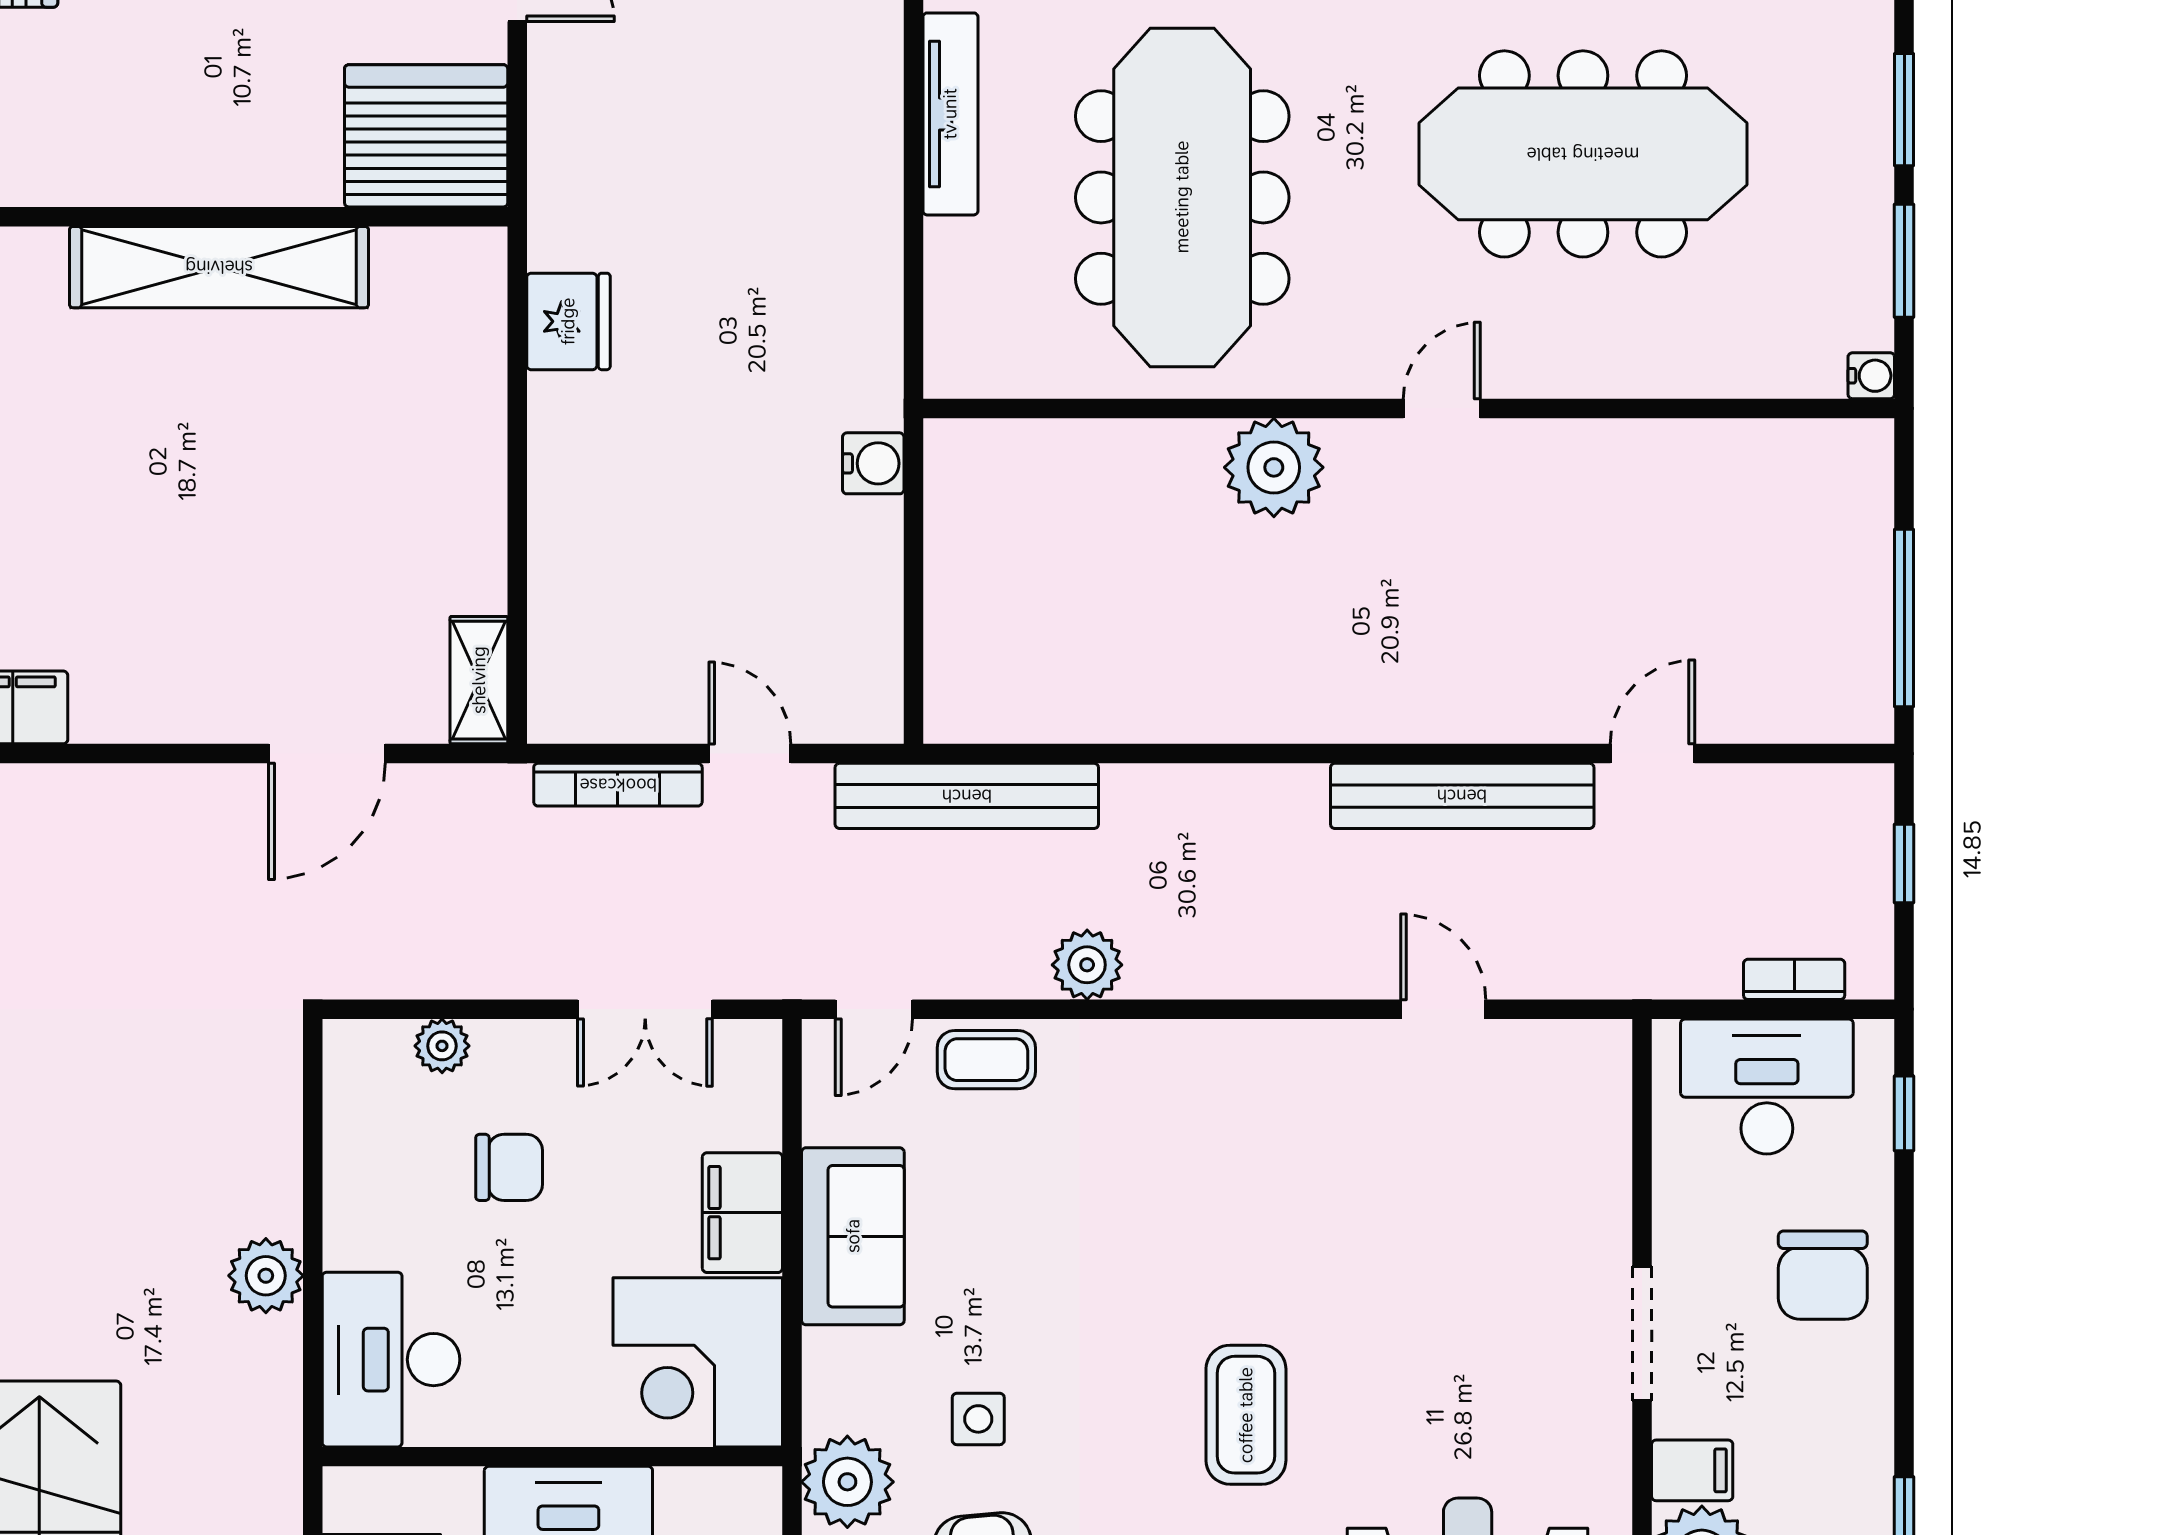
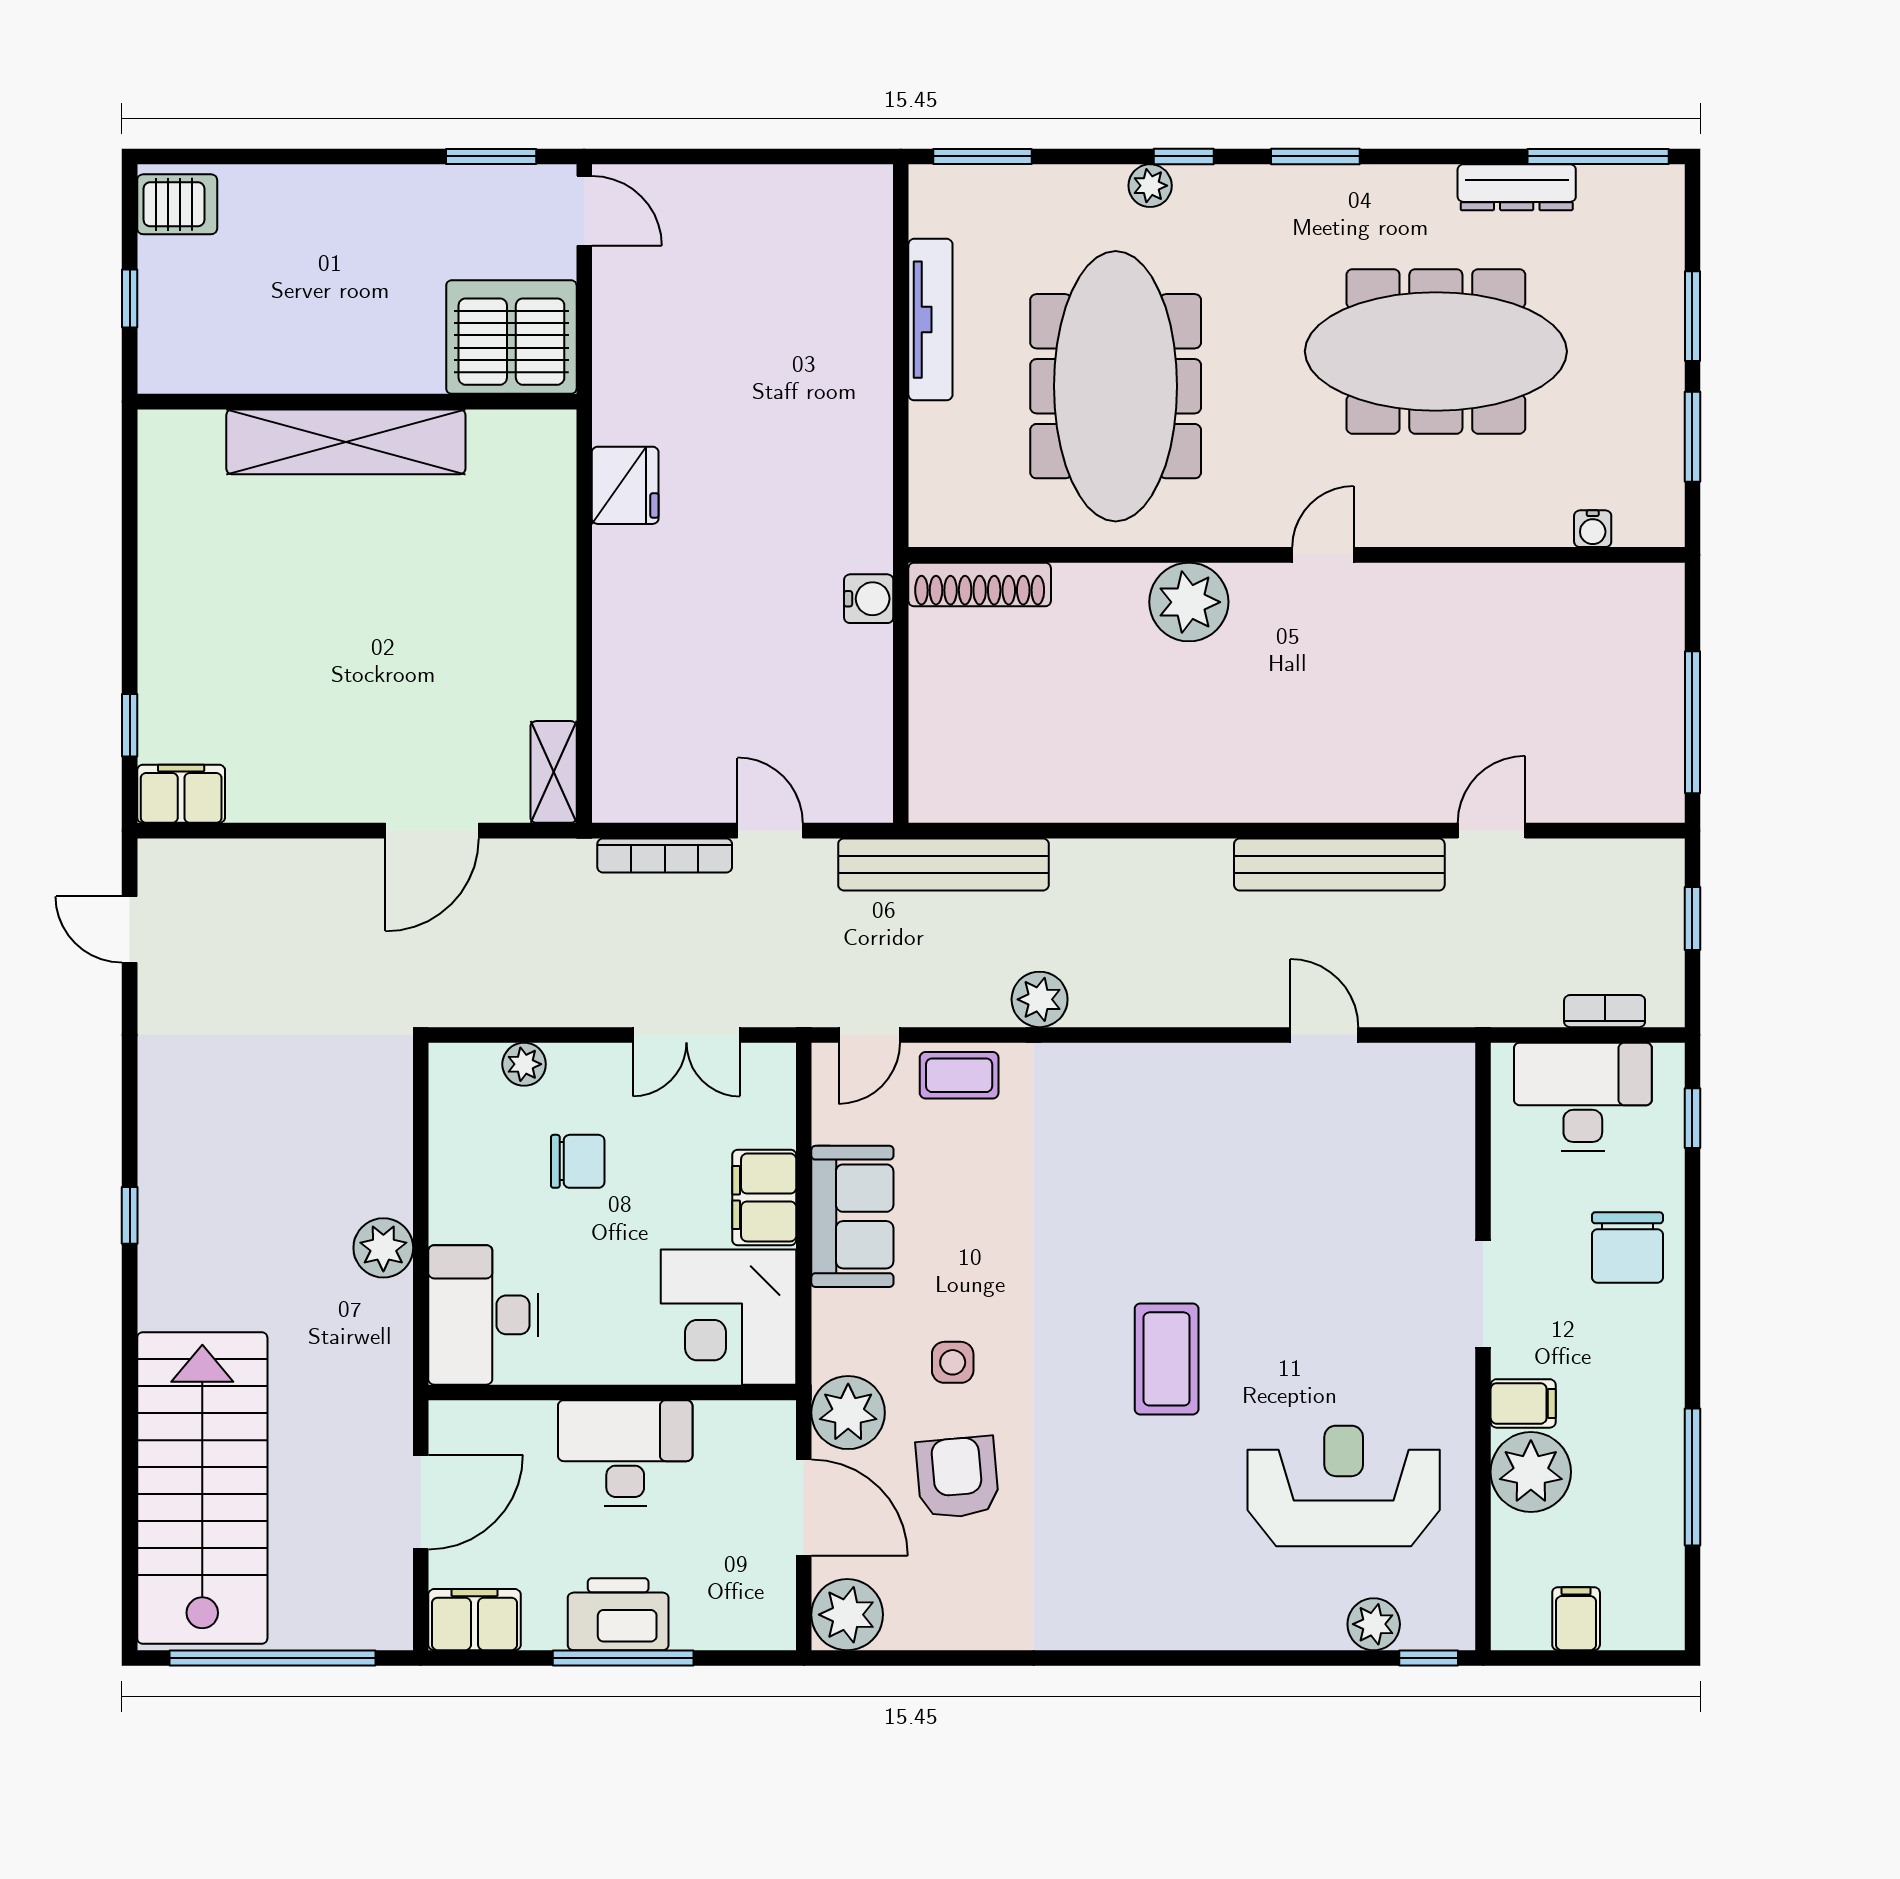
water cooler: (1871, 376) -> (1593, 529), moved, turned 90
shoe rack: (1012, 446) -> (980, 584), added

